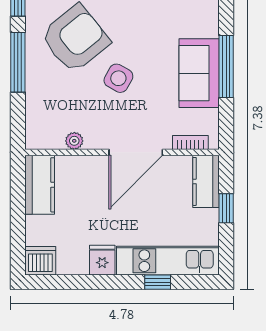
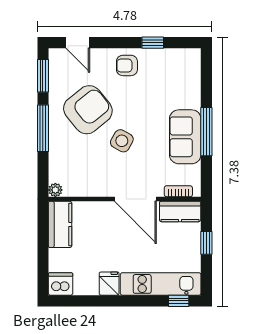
plant: (74, 141) -> (55, 190), moved
door: (136, 152) -> (135, 199), hinge flipped
kitchen counter: (206, 181) -> (180, 211), moved, turned -90
window: (158, 282) -> (179, 301), moved

